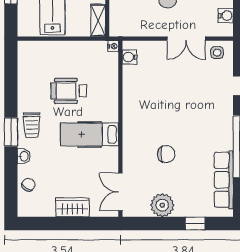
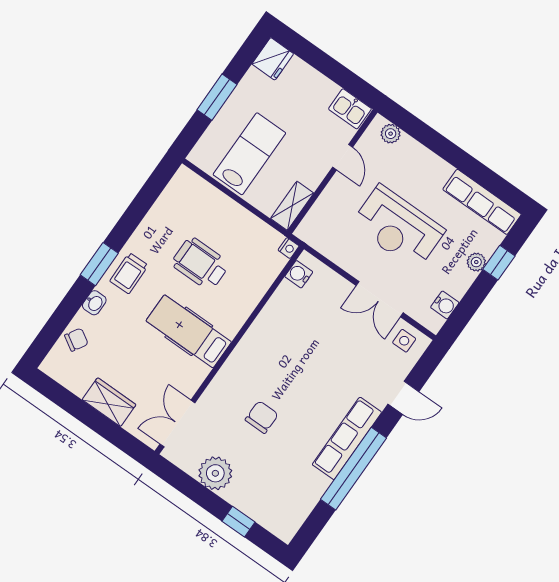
chair: (166, 154) -> (262, 417), turned -90
row of seats: (224, 180) -> (347, 438), moved

